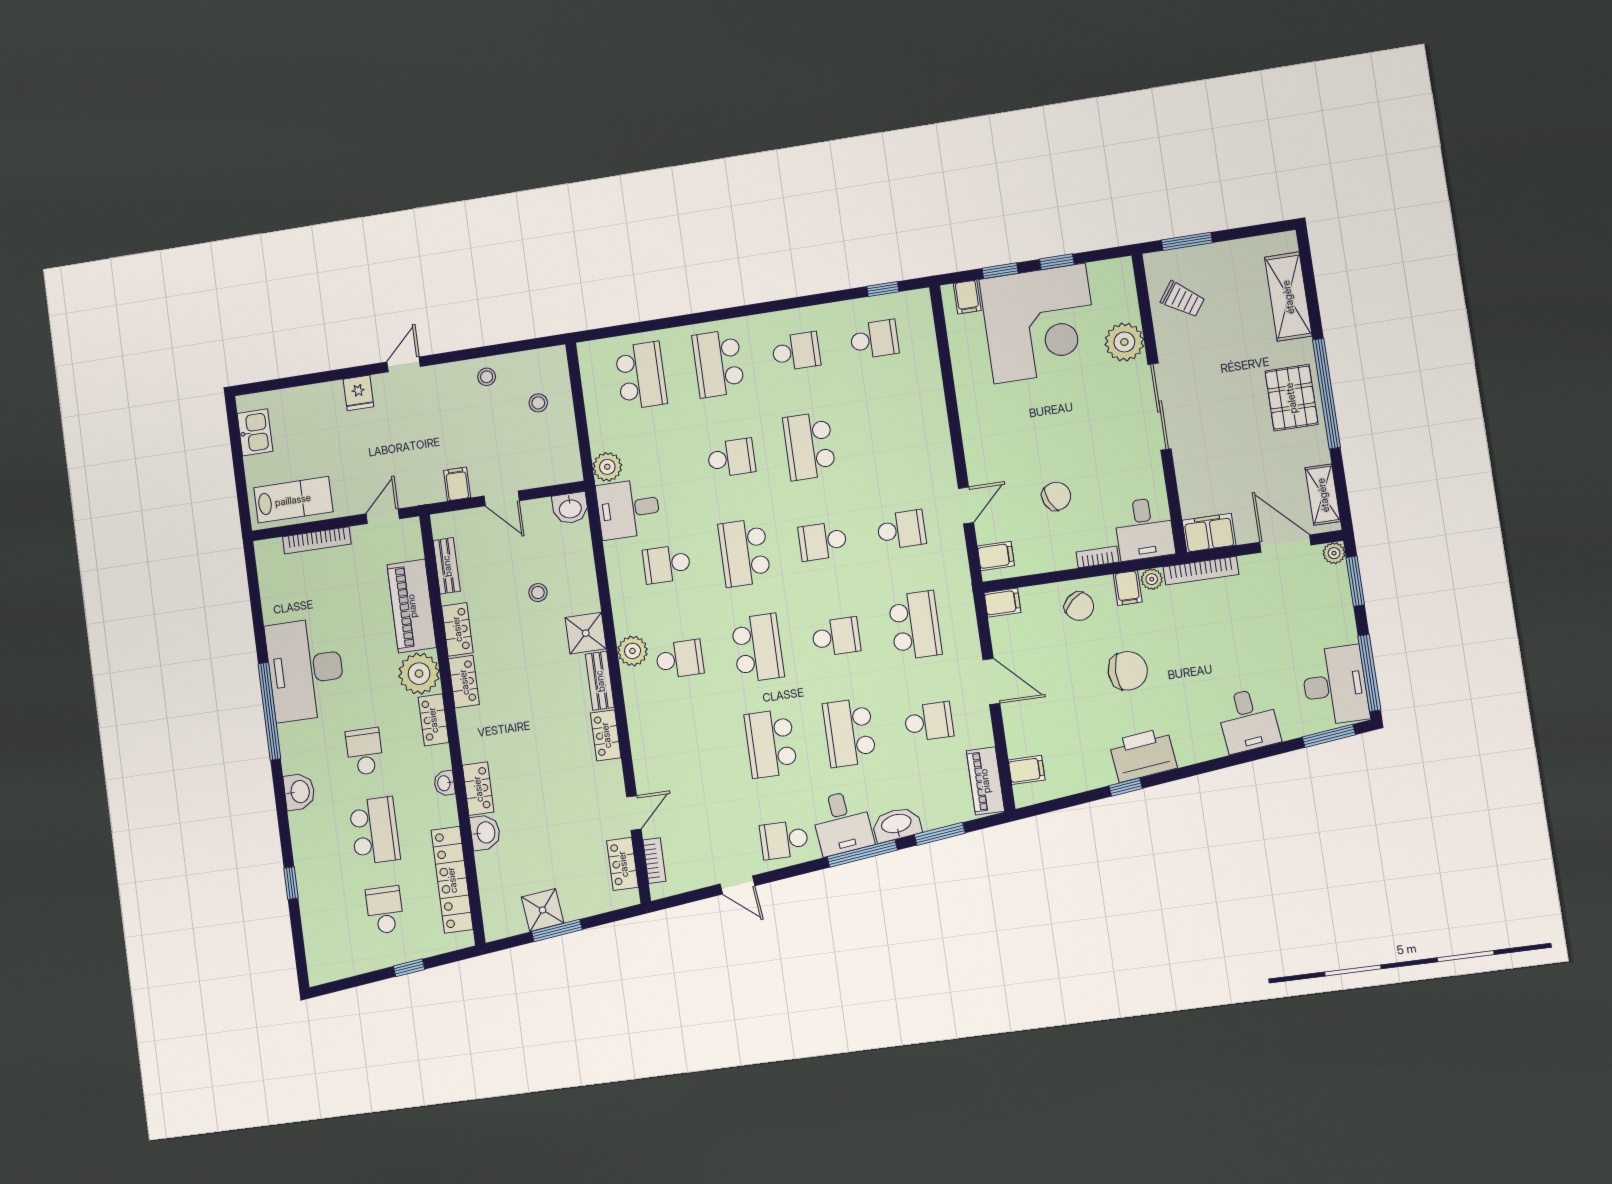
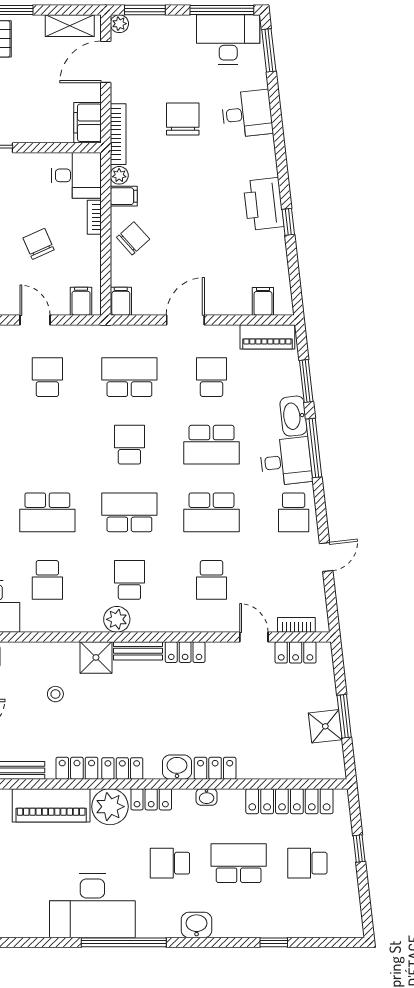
school desk: (823, 541) -> (212, 580), moved
chair: (1128, 671) -> (183, 119), moved
washbasin: (485, 833) -> (177, 767), moved

